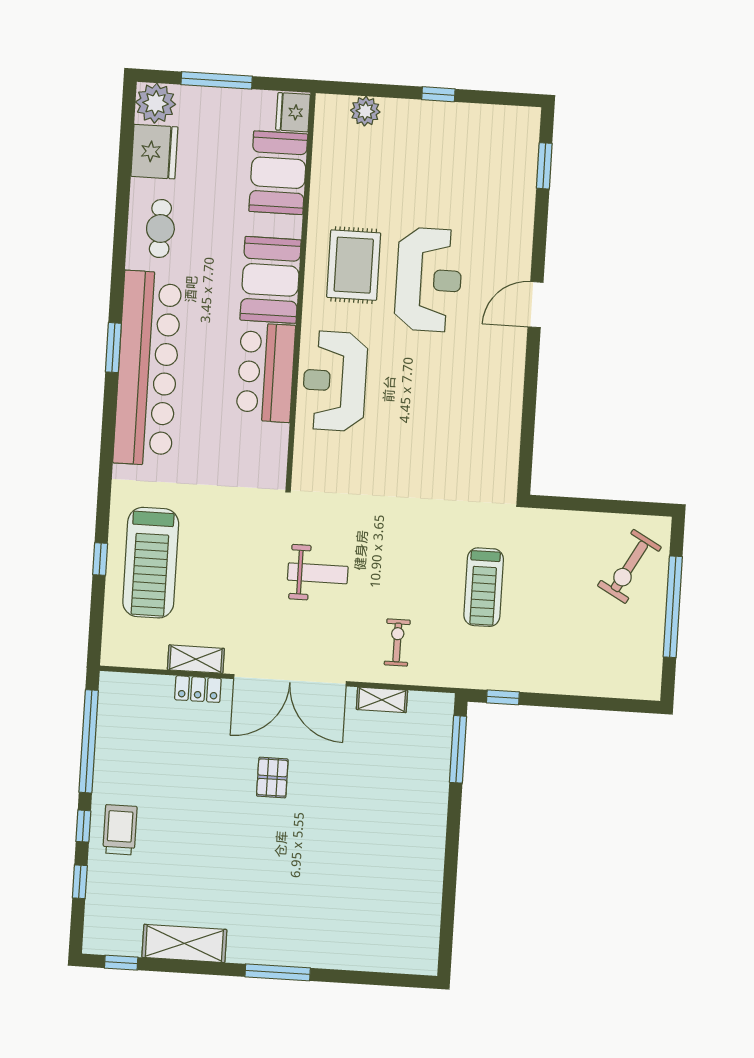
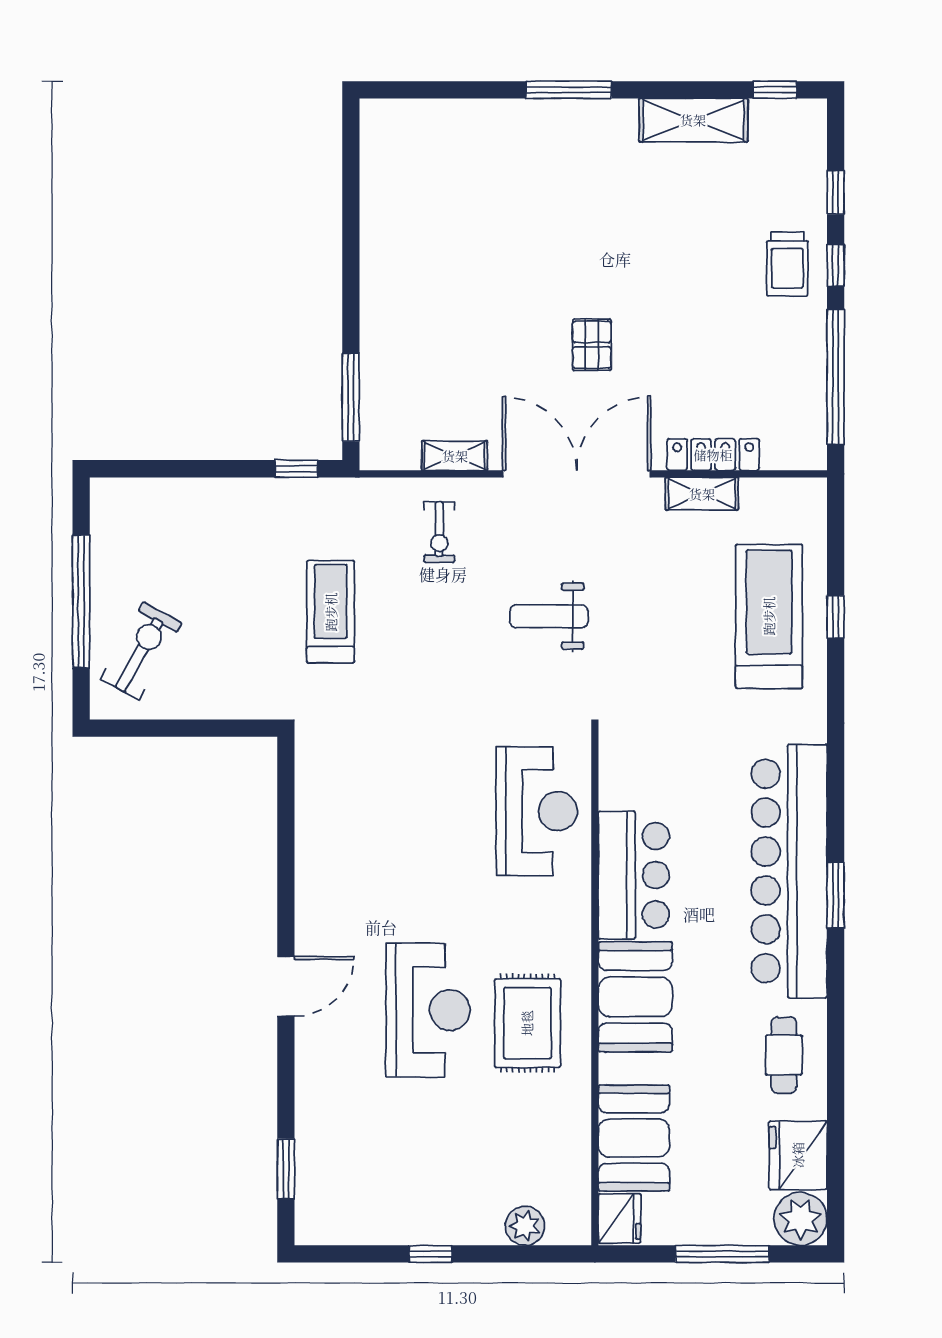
reception desk: (429, 280) -> (428, 1010), turned 180
reception desk: (335, 381) -> (537, 811), moved
locker: (198, 689) -> (713, 455), width x1.53

